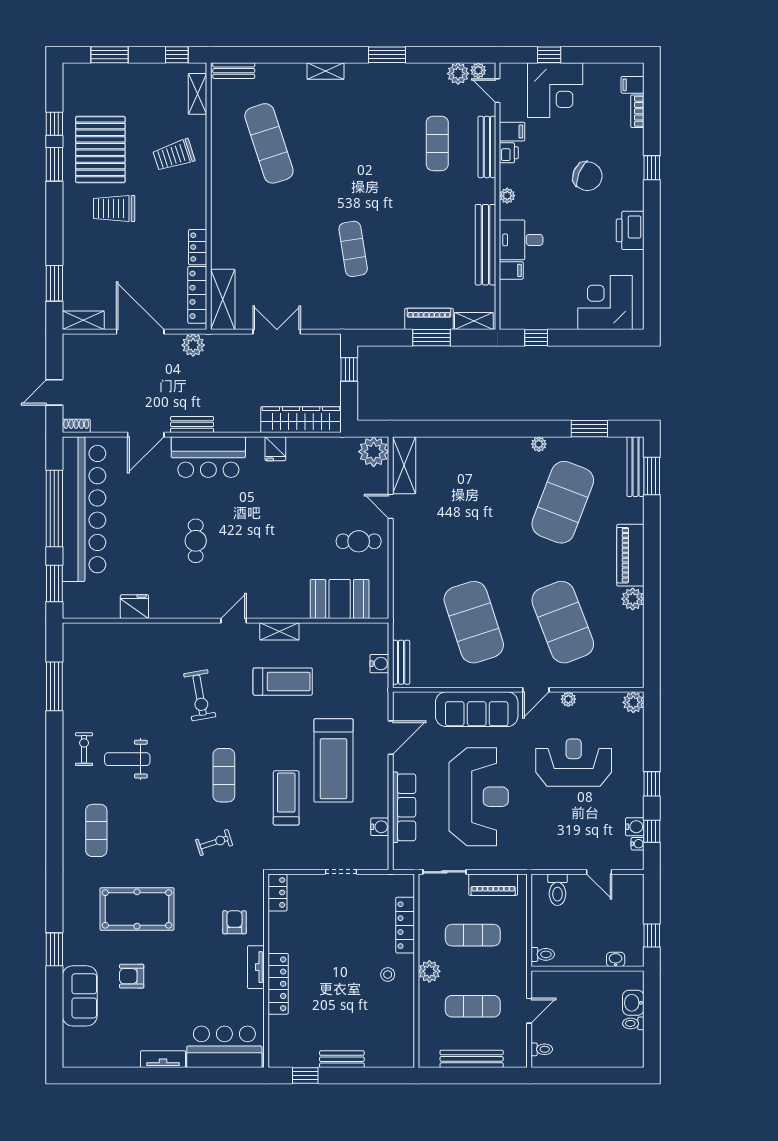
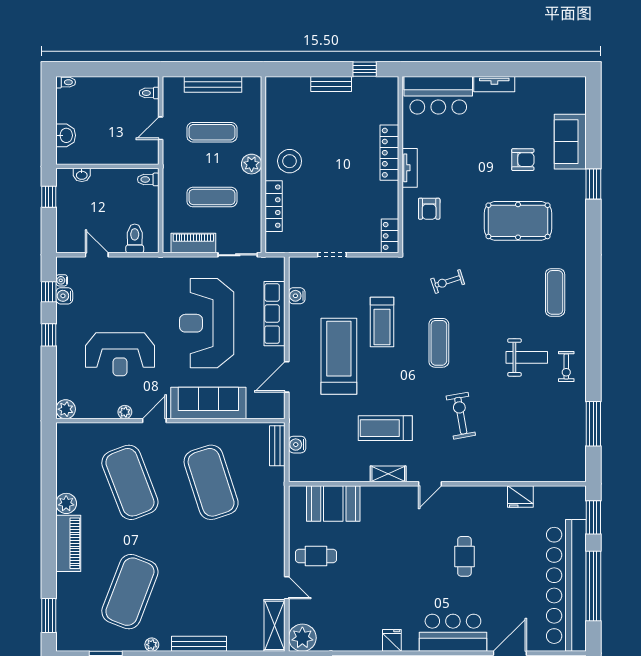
bench: (635, 467) -> (199, 644), moved, turned 90
stool: (388, 974) -> (290, 161), width x1.89, depth x1.89
toilet: (633, 1023) -> (66, 82), moved

